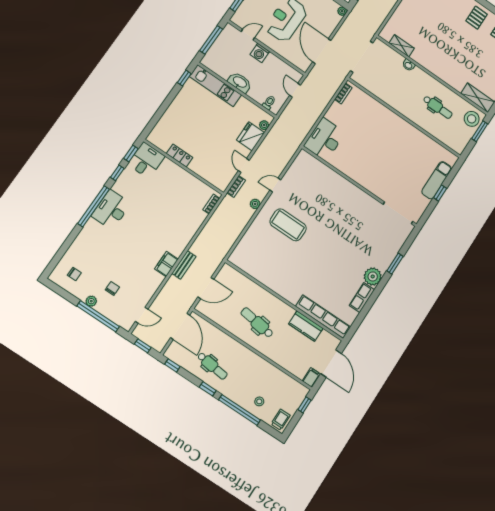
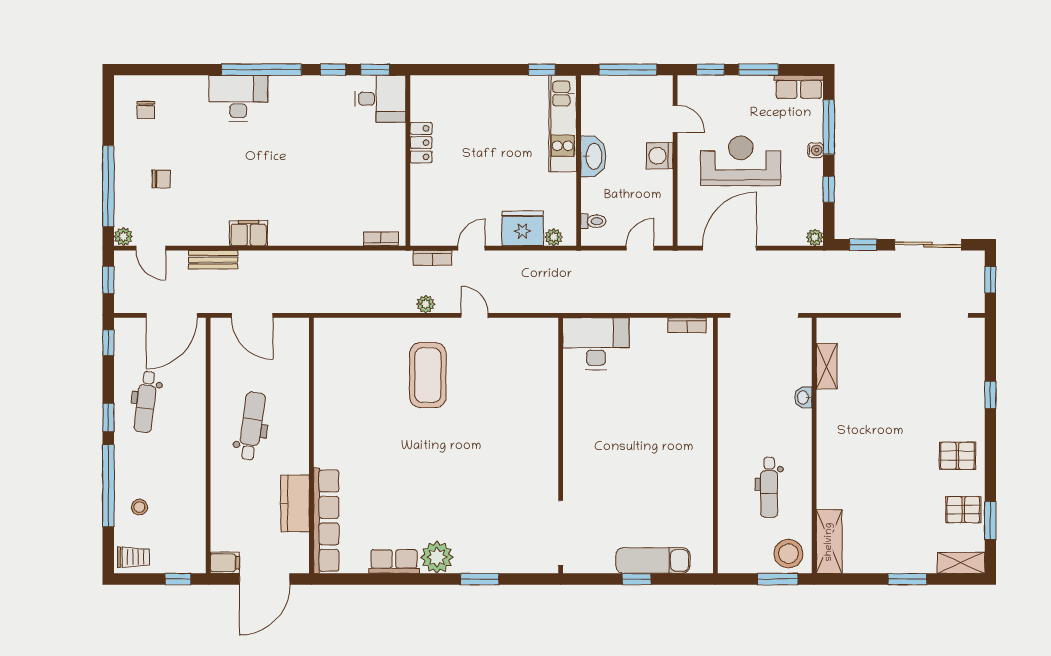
desk: (111, 210) -> (238, 98), moved
bench: (184, 265) -> (213, 260), moved
plant: (91, 301) -> (123, 236), moved

